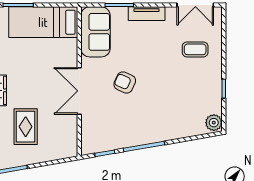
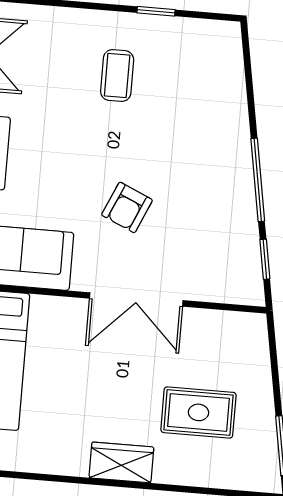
coffee table: (195, 49) -> (117, 76), moved
plant: (214, 123) -> (222, 37), removed

